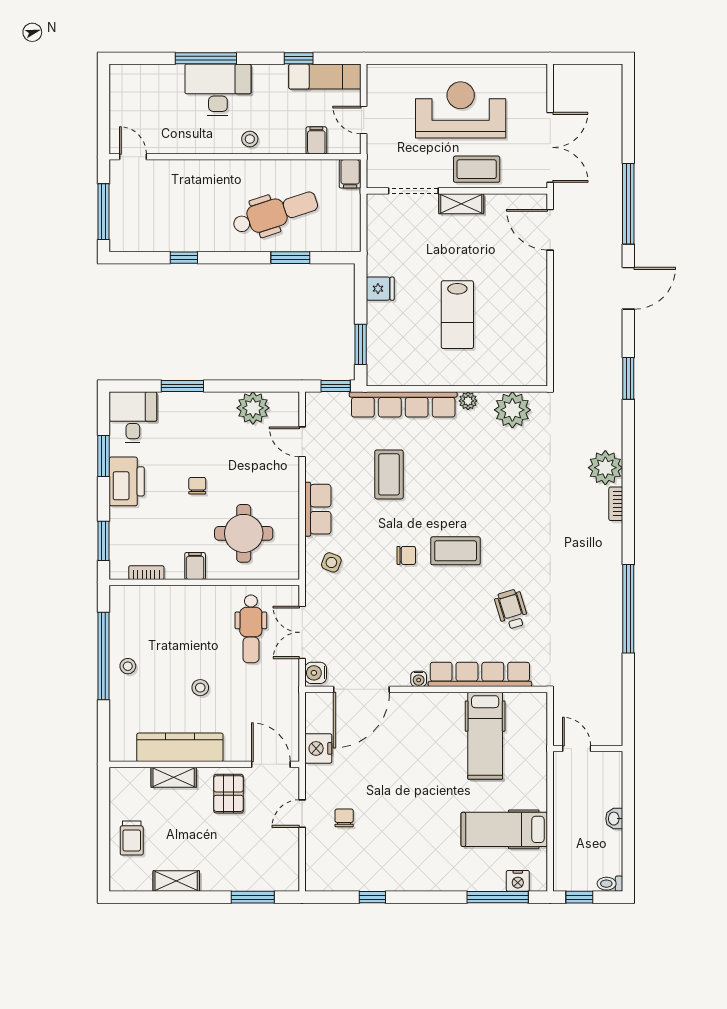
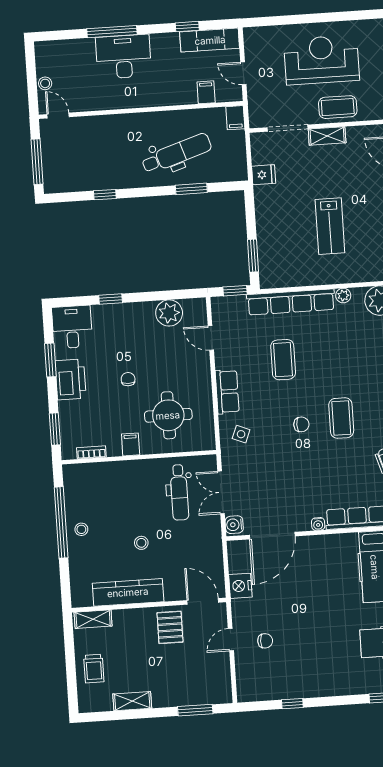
stool: (250, 139) -> (45, 83), moved
fridge: (380, 289) -> (264, 175), moved
window: (182, 386) -> (111, 299), width x0.67
coffee table: (456, 551) -> (341, 418), turned 90
shelving: (174, 777) -> (93, 619), moved
chair: (344, 818) -> (265, 641), turned 90

